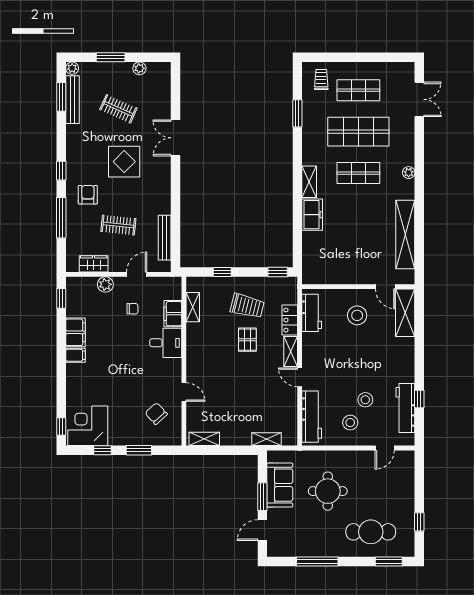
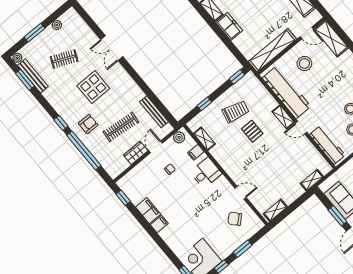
armchair: (88, 195) -> (88, 124), turned 90
window: (61, 218) -> (84, 150), width x1.46
clothes rail: (118, 225) -> (121, 127), width x1.36
wardrobe: (94, 264) -> (136, 153), moved
shelving: (336, 275) -> (272, 50), added
plant: (105, 284) -> (179, 137), moved
workbench: (312, 313) -> (286, 92), width x1.88, depth x1.32
filing cabinet: (173, 314) -> (196, 152), width x0.50
locker: (290, 320) -> (267, 99), removed

